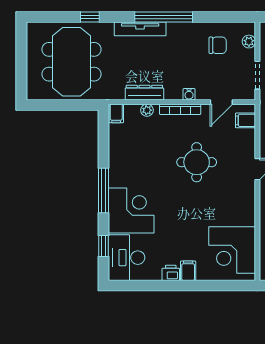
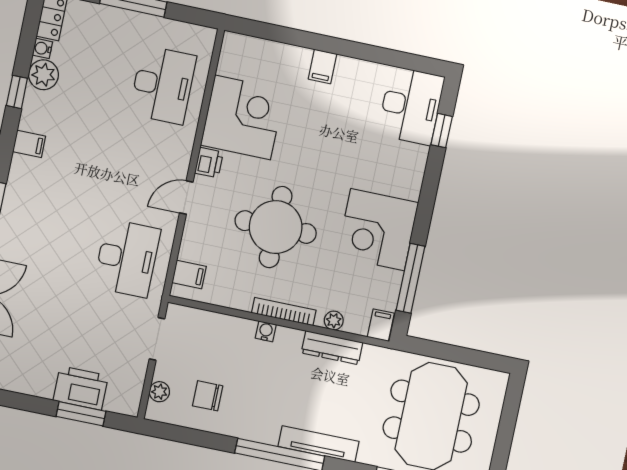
door: (221, 102) -> (220, 310), removed
round table: (197, 162) -> (276, 227), width x1.36, depth x1.36
window: (103, 191) -> (411, 278), moved
corner desk: (131, 211) -> (378, 230), moved
corner desk: (232, 250) -> (243, 117), moved
printer: (171, 273) -> (209, 163), moved, turned -90

